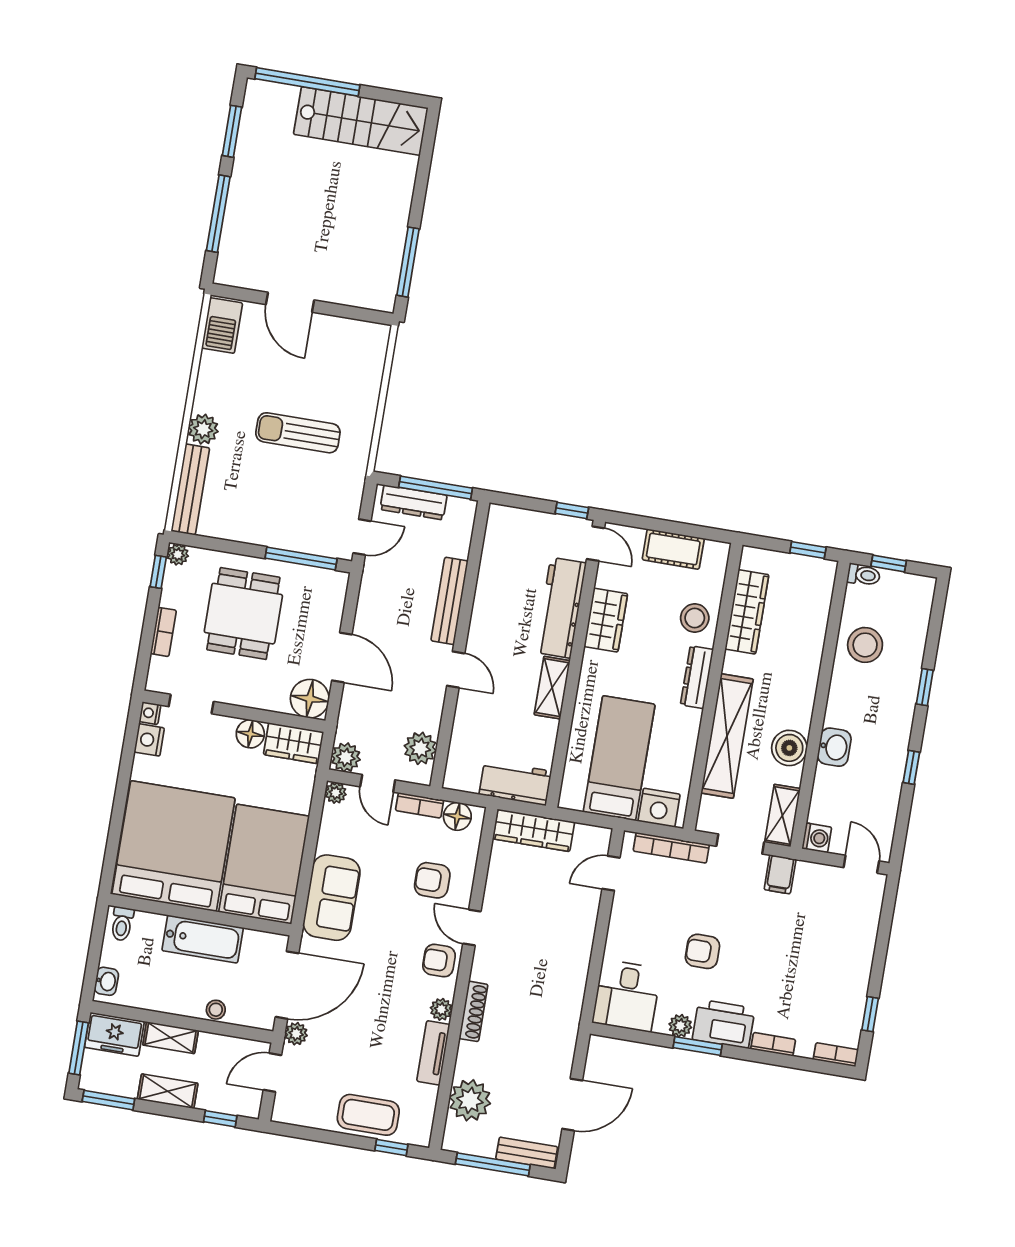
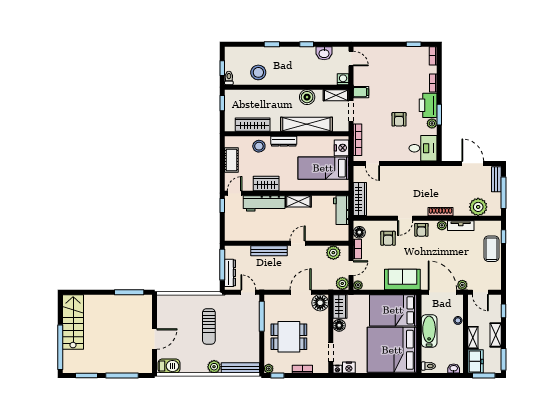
washbasin: (834, 747) -> (324, 53), moved, turned 180
door: (861, 864) -> (351, 59), swing flipped

